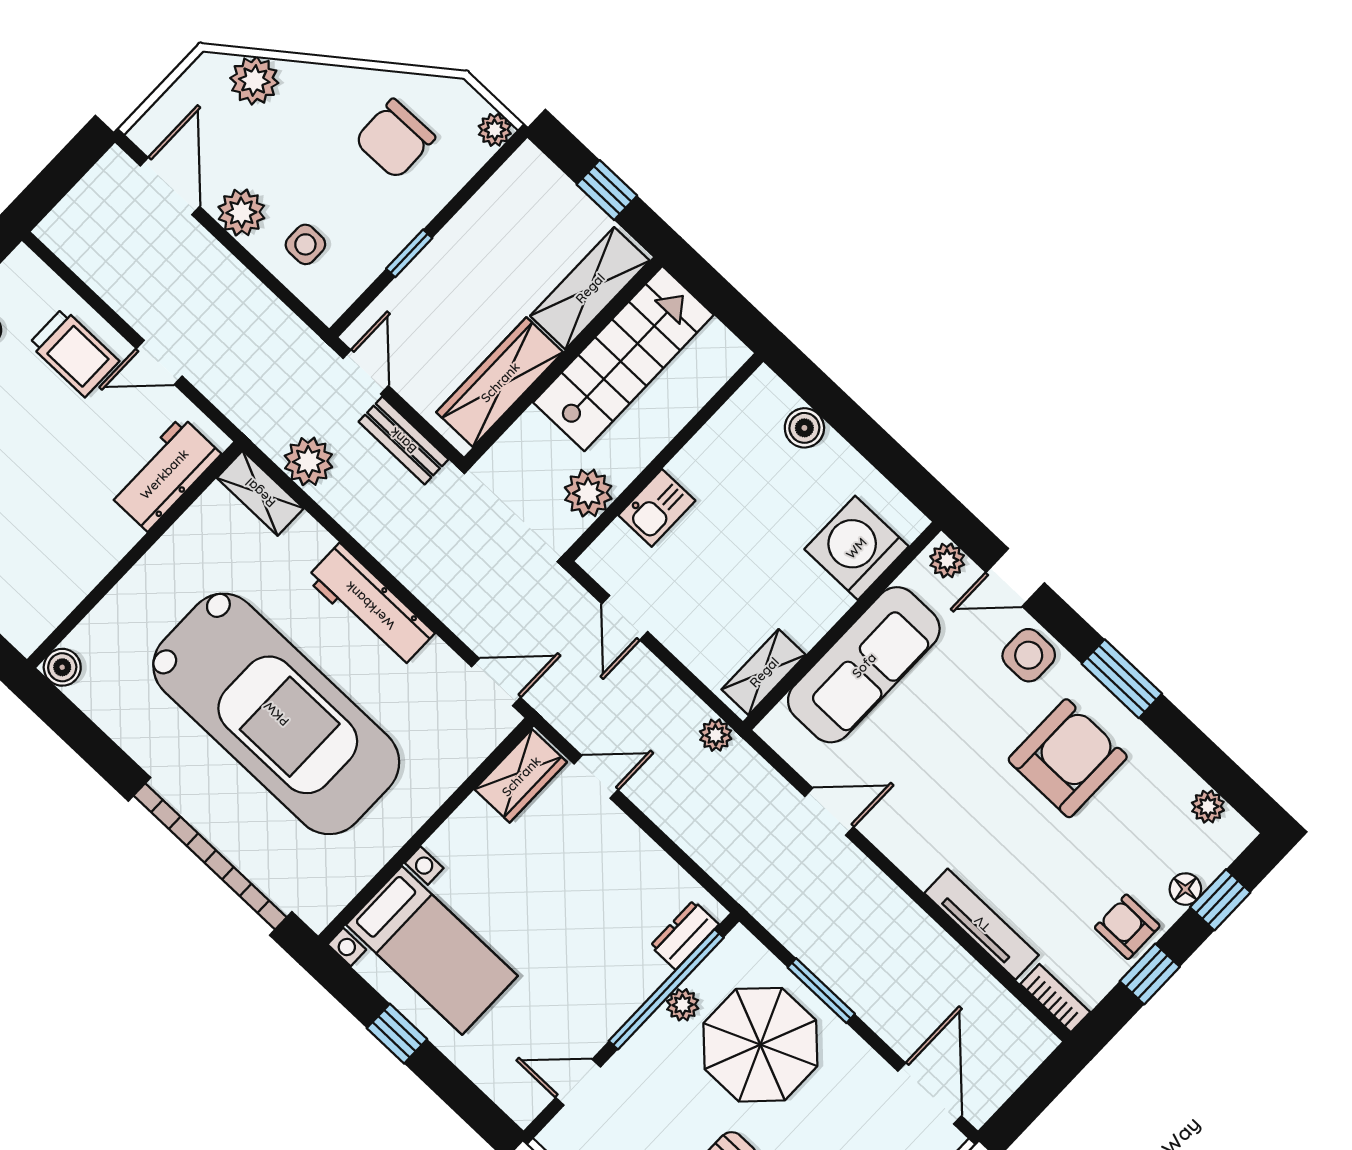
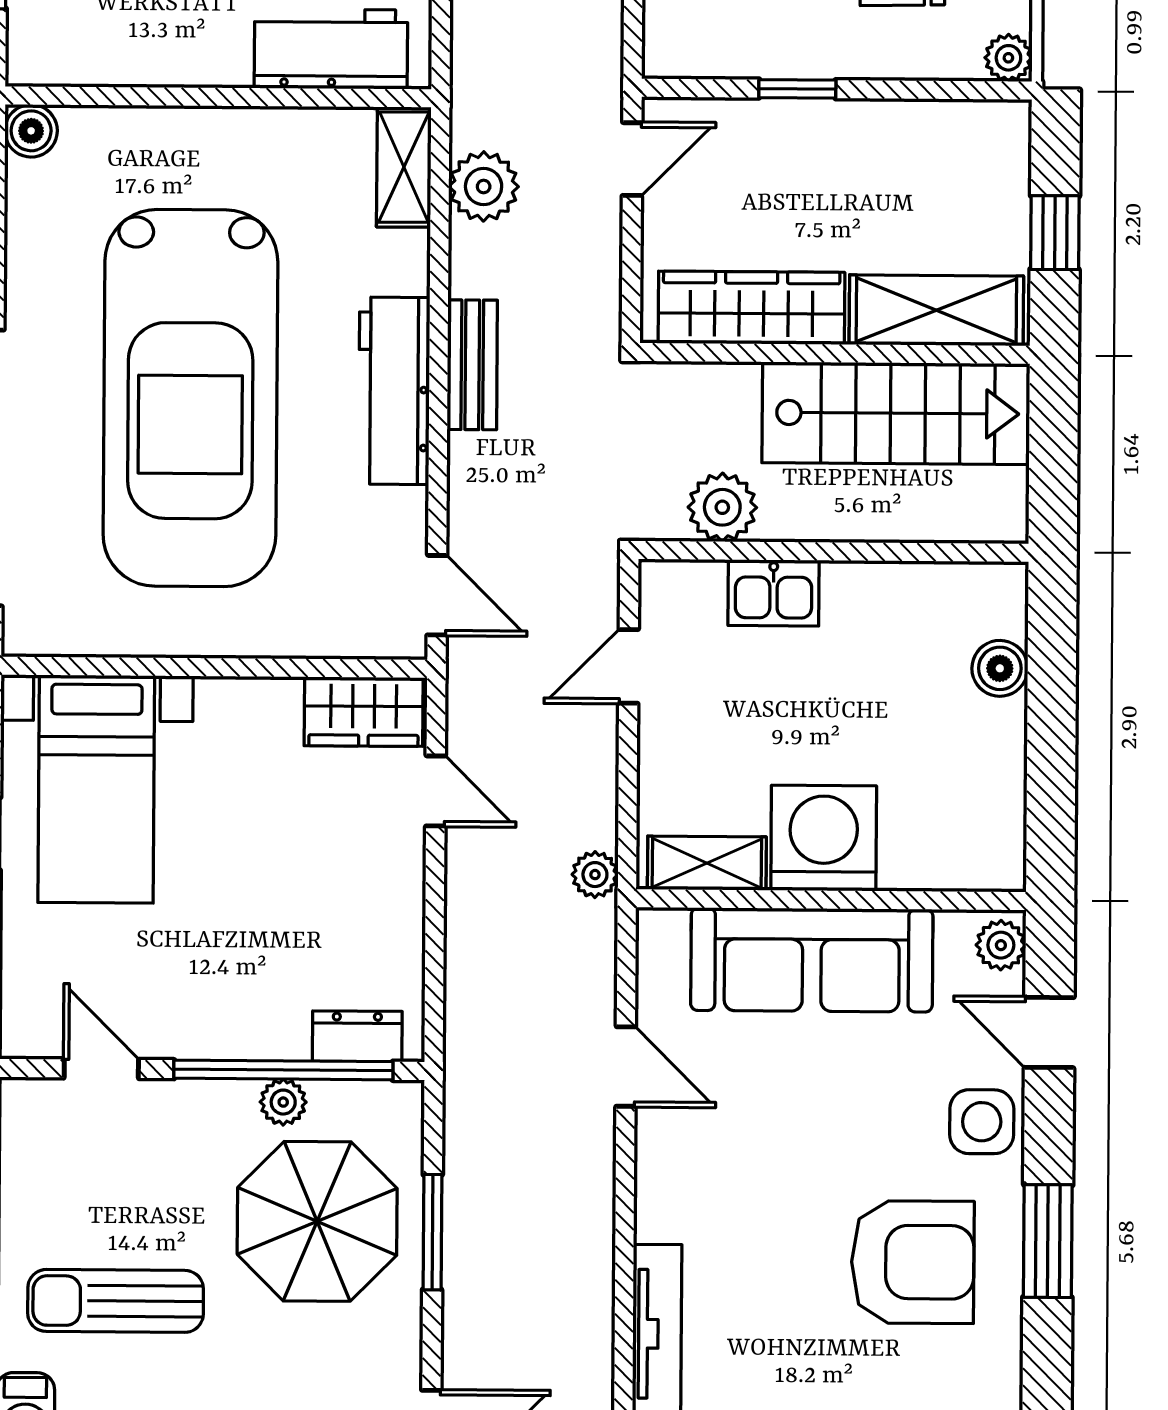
bench: (403, 441) -> (472, 365), moved
washing machine: (856, 548) -> (824, 838), moved

